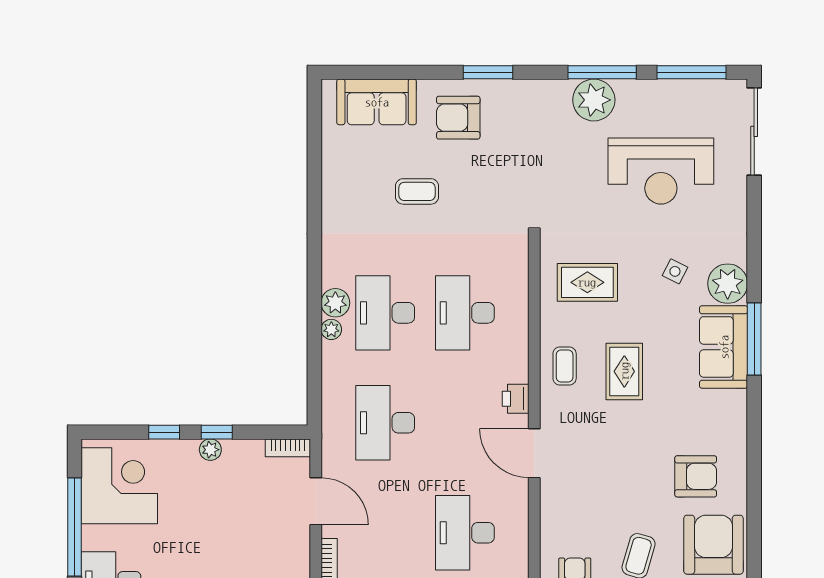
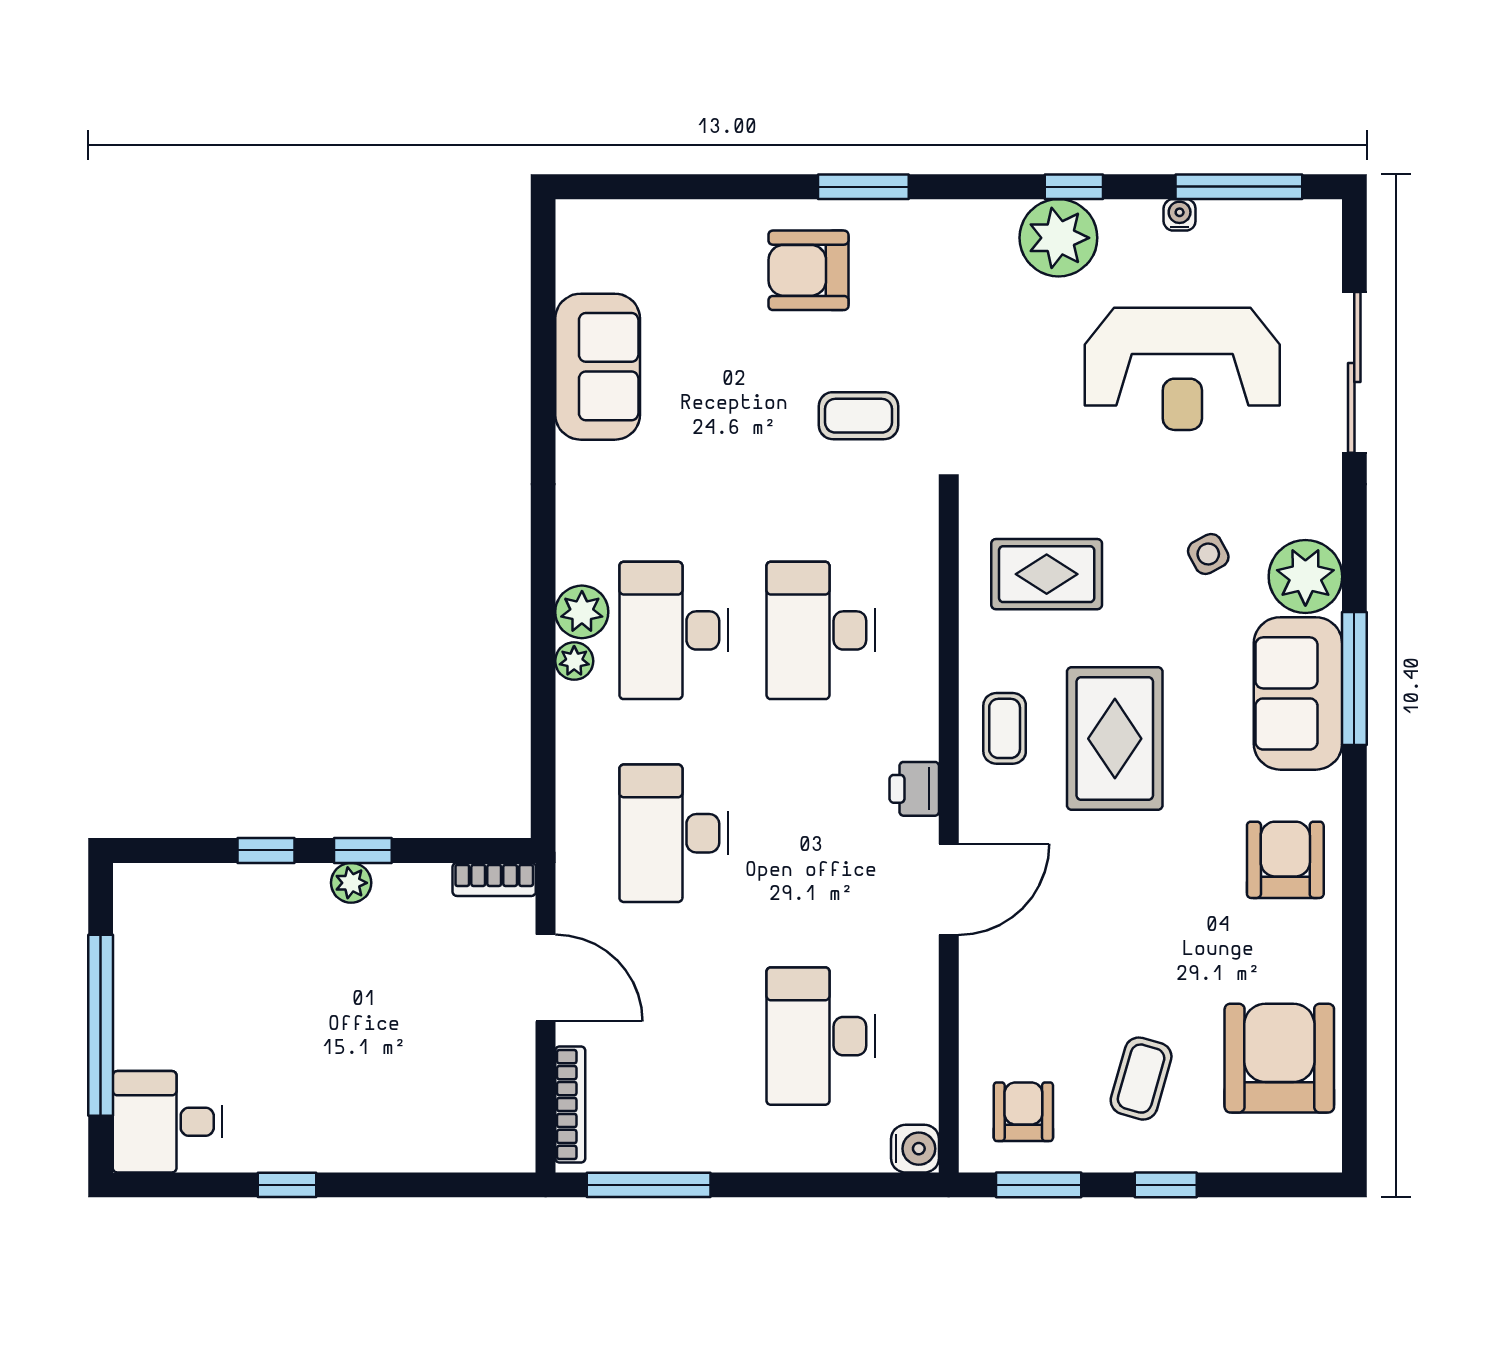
window: (602, 72) -> (1074, 187), width x0.46
water cooler: (659, 88) -> (1180, 215), added
sofa: (377, 102) -> (598, 367), moved, turned -90
sliding door: (754, 131) -> (1354, 372), moved
coffee table: (417, 191) -> (858, 416), moved
side table: (675, 271) -> (1208, 554), turned 35
rug: (624, 371) -> (1115, 739), width x1.36, depth x1.43
door: (534, 453) -> (949, 889), swing flipped
armchair: (696, 476) -> (1285, 860), moved, turned -90
corner desk: (119, 486) -> (183, 949), removed

